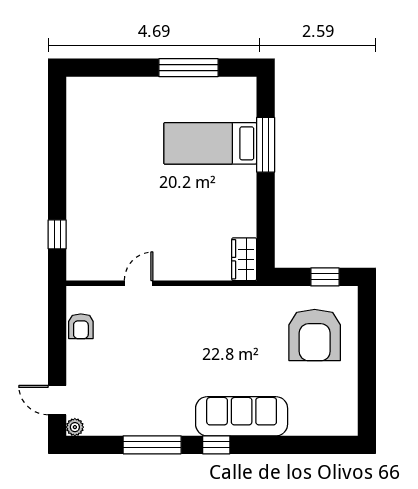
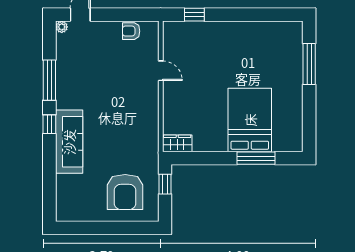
window: (189, 68) -> (309, 64), moved
bed: (210, 143) -> (250, 120), width x1.50
window: (325, 277) -> (165, 184), moved
armchair: (315, 335) -> (125, 192), turned -90

